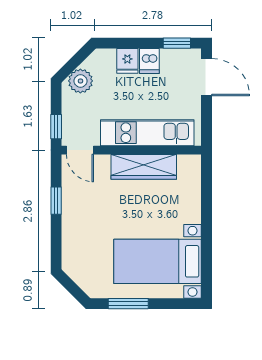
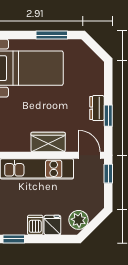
plant: (80, 81) -> (79, 220), moved
wardrobe: (144, 167) -> (48, 142), width x0.67
dresser: (71, 210) -> (97, 108), added

